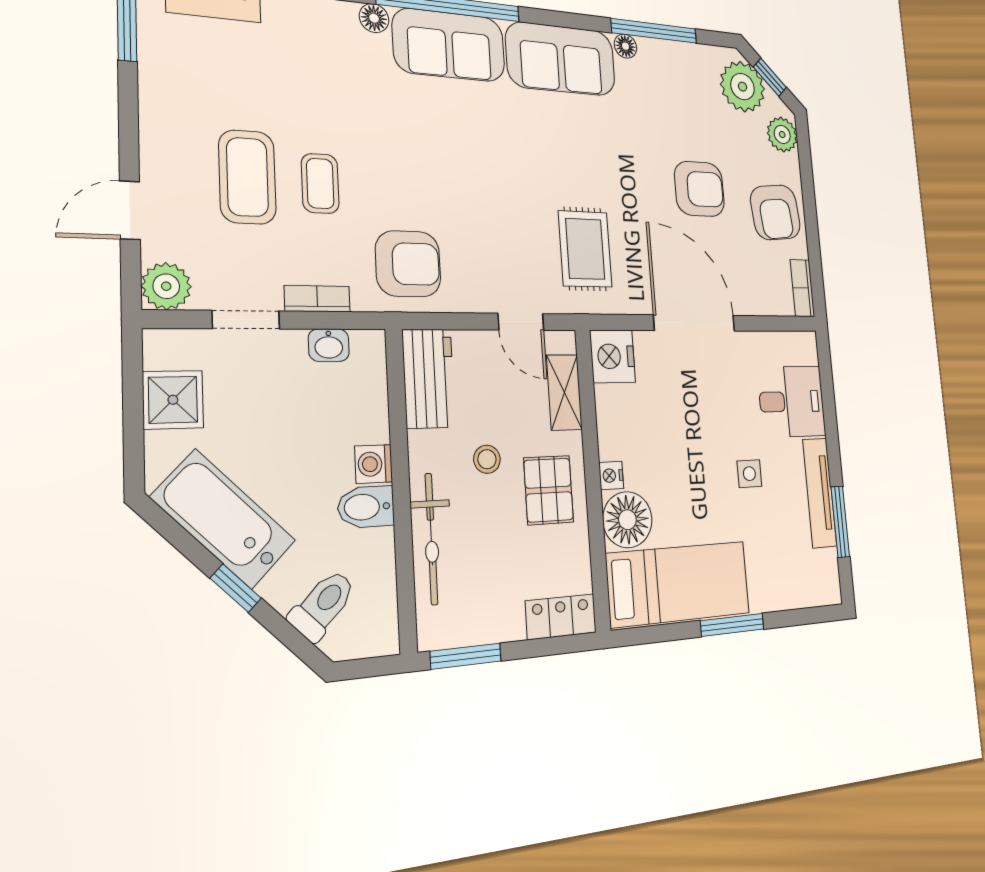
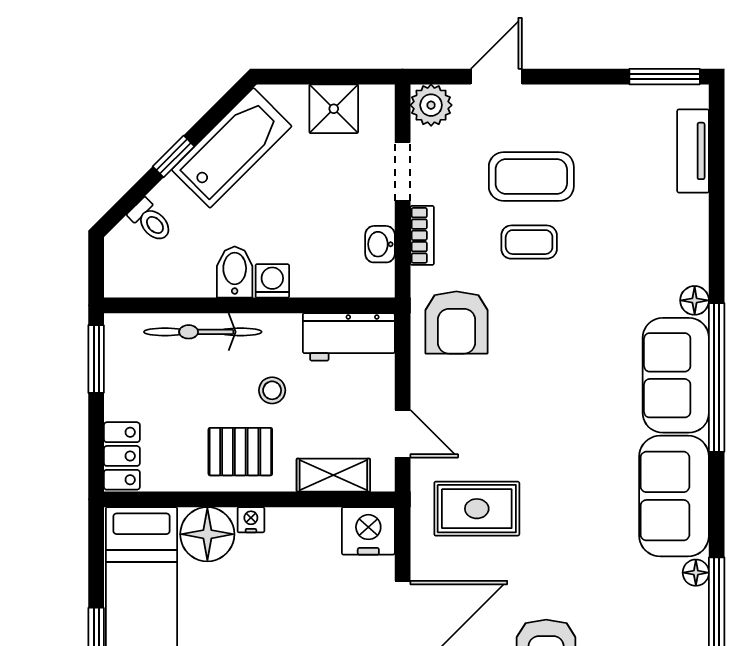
door: (130, 210) -> (496, 77), hinge flipped
door: (521, 322) -> (403, 434), swing flipped
toilet: (323, 605) -> (151, 221), width x0.73, depth x0.72

